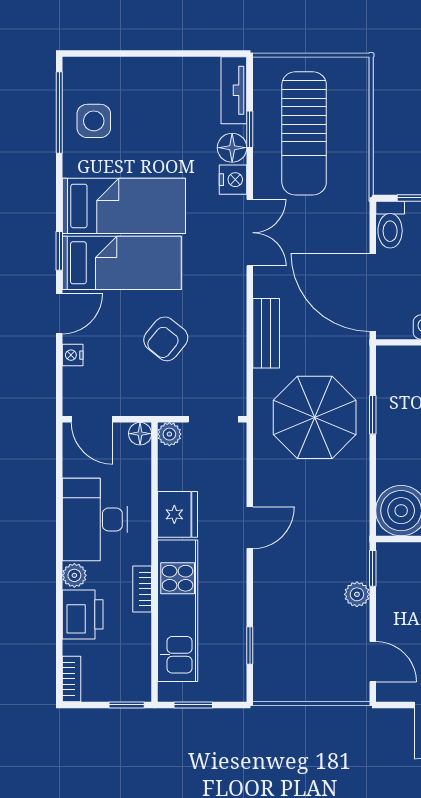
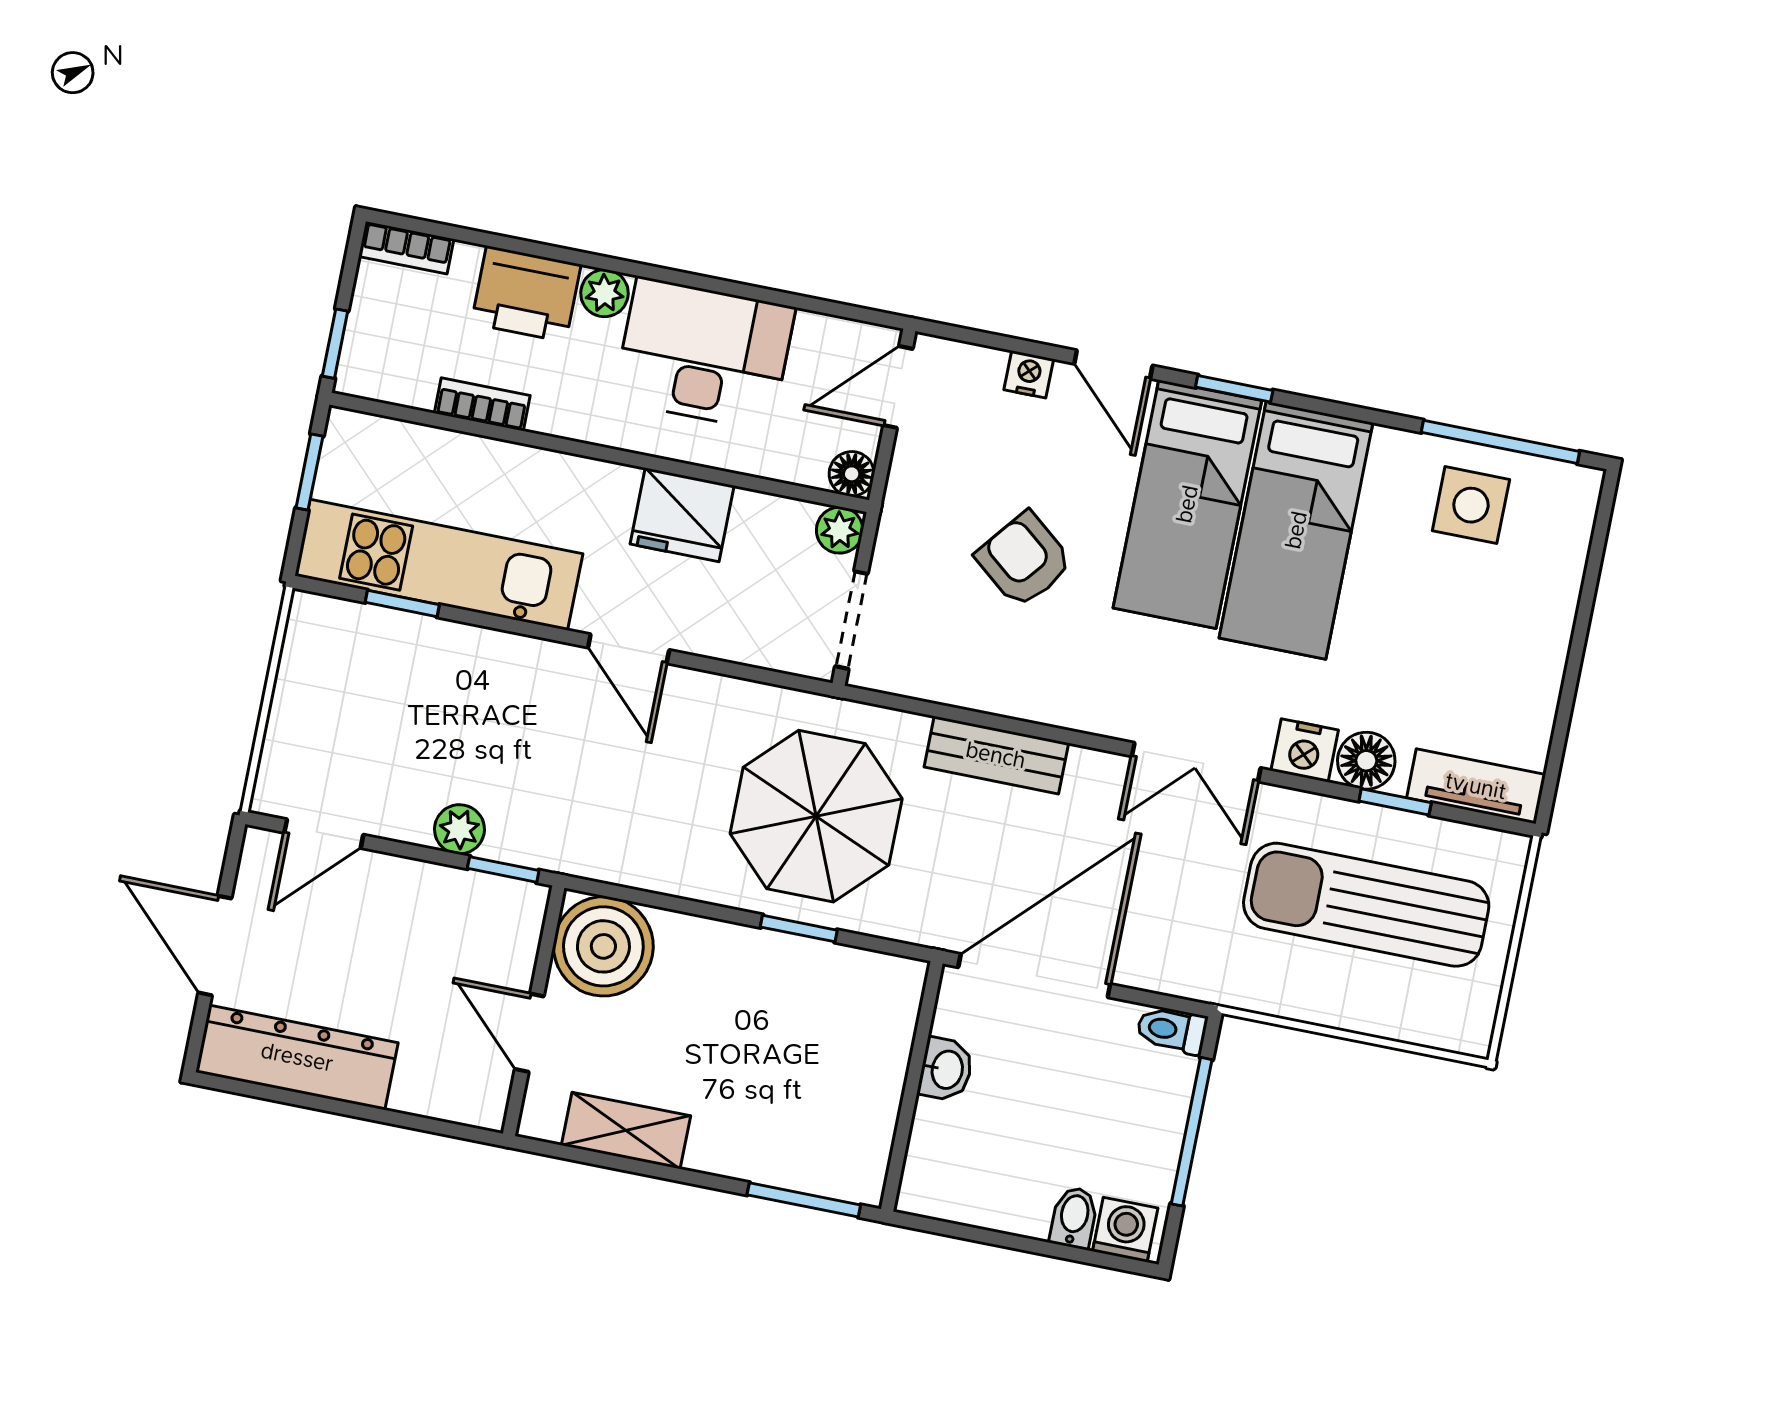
toilet: (390, 225) -> (1172, 1030), width x0.73, depth x0.72
bookcase: (142, 589) -> (482, 404), moved
kitchen unit: (178, 611) -> (439, 565), moved, turned 180

